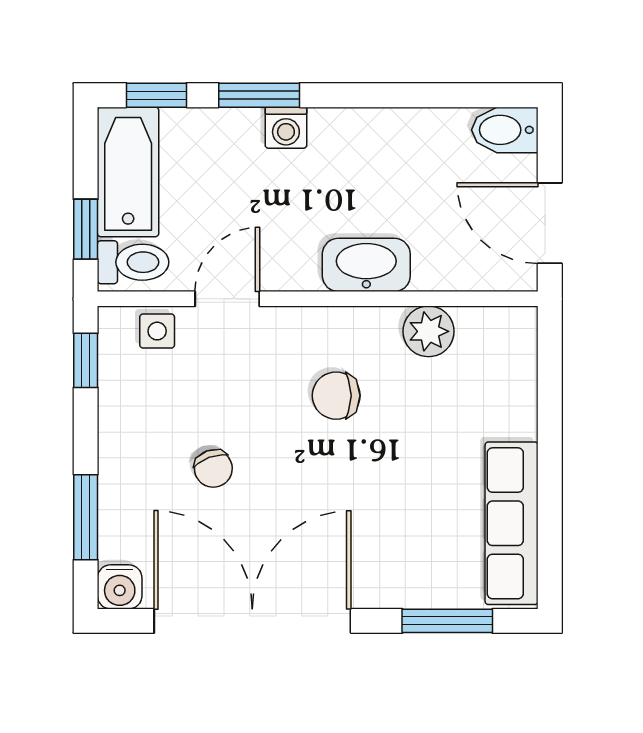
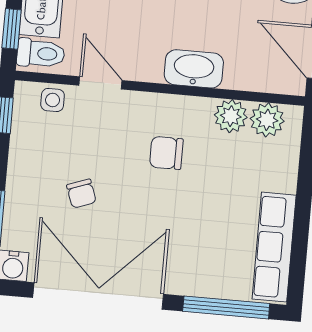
door: (227, 299) -> (100, 83), hinge flipped
plant: (484, 332) -> (267, 120), added
window: (447, 621) -> (226, 307), width x1.44

